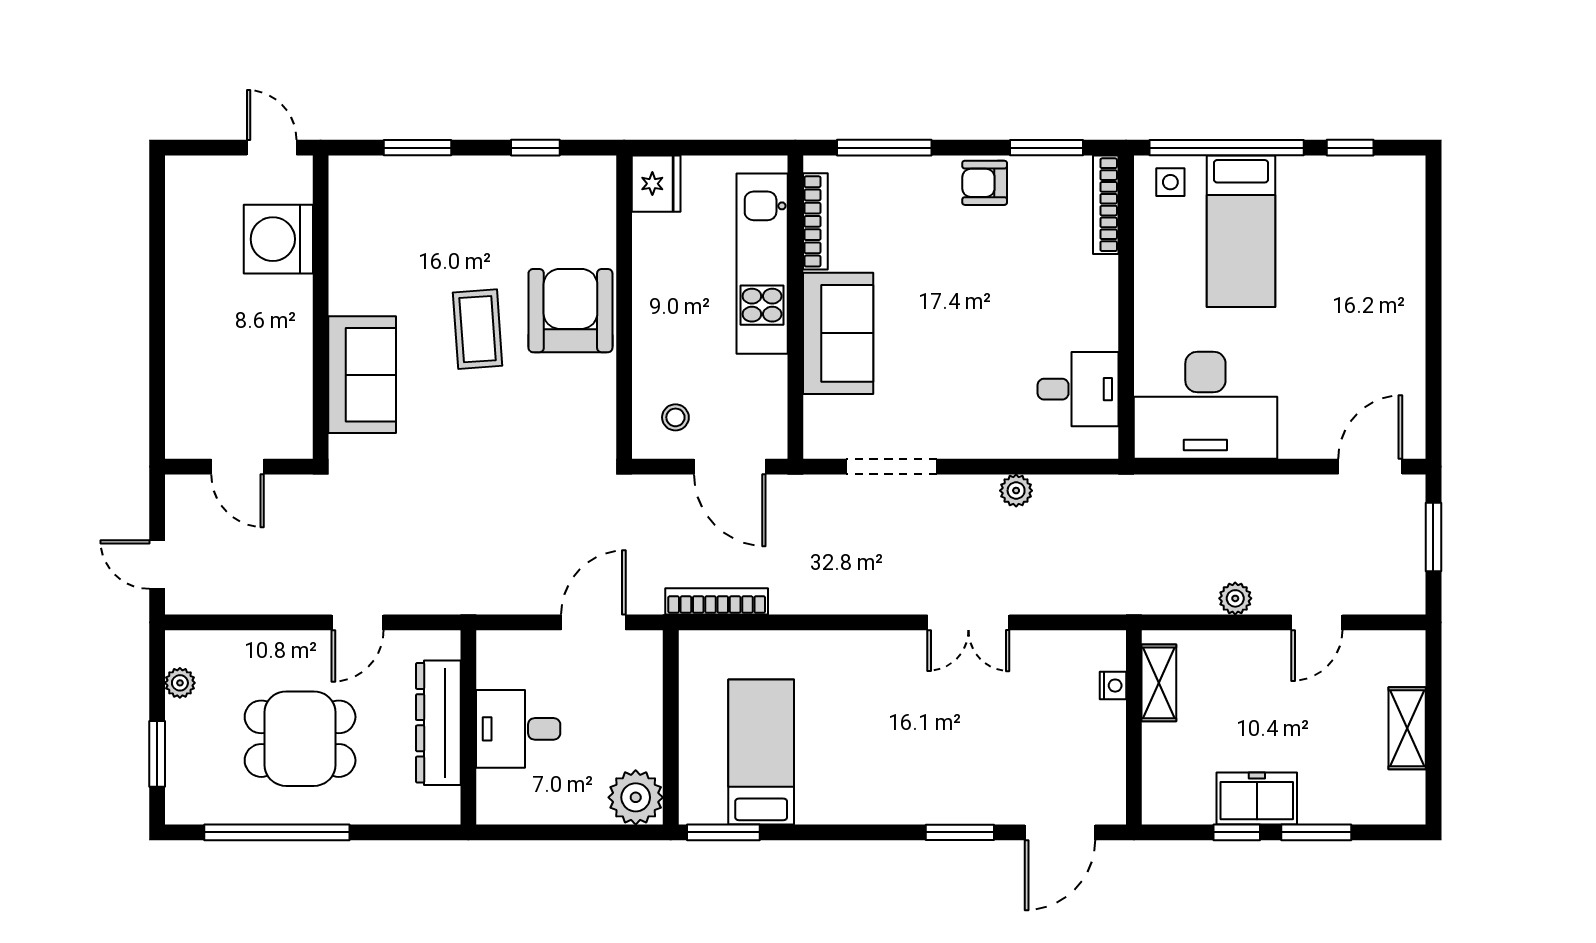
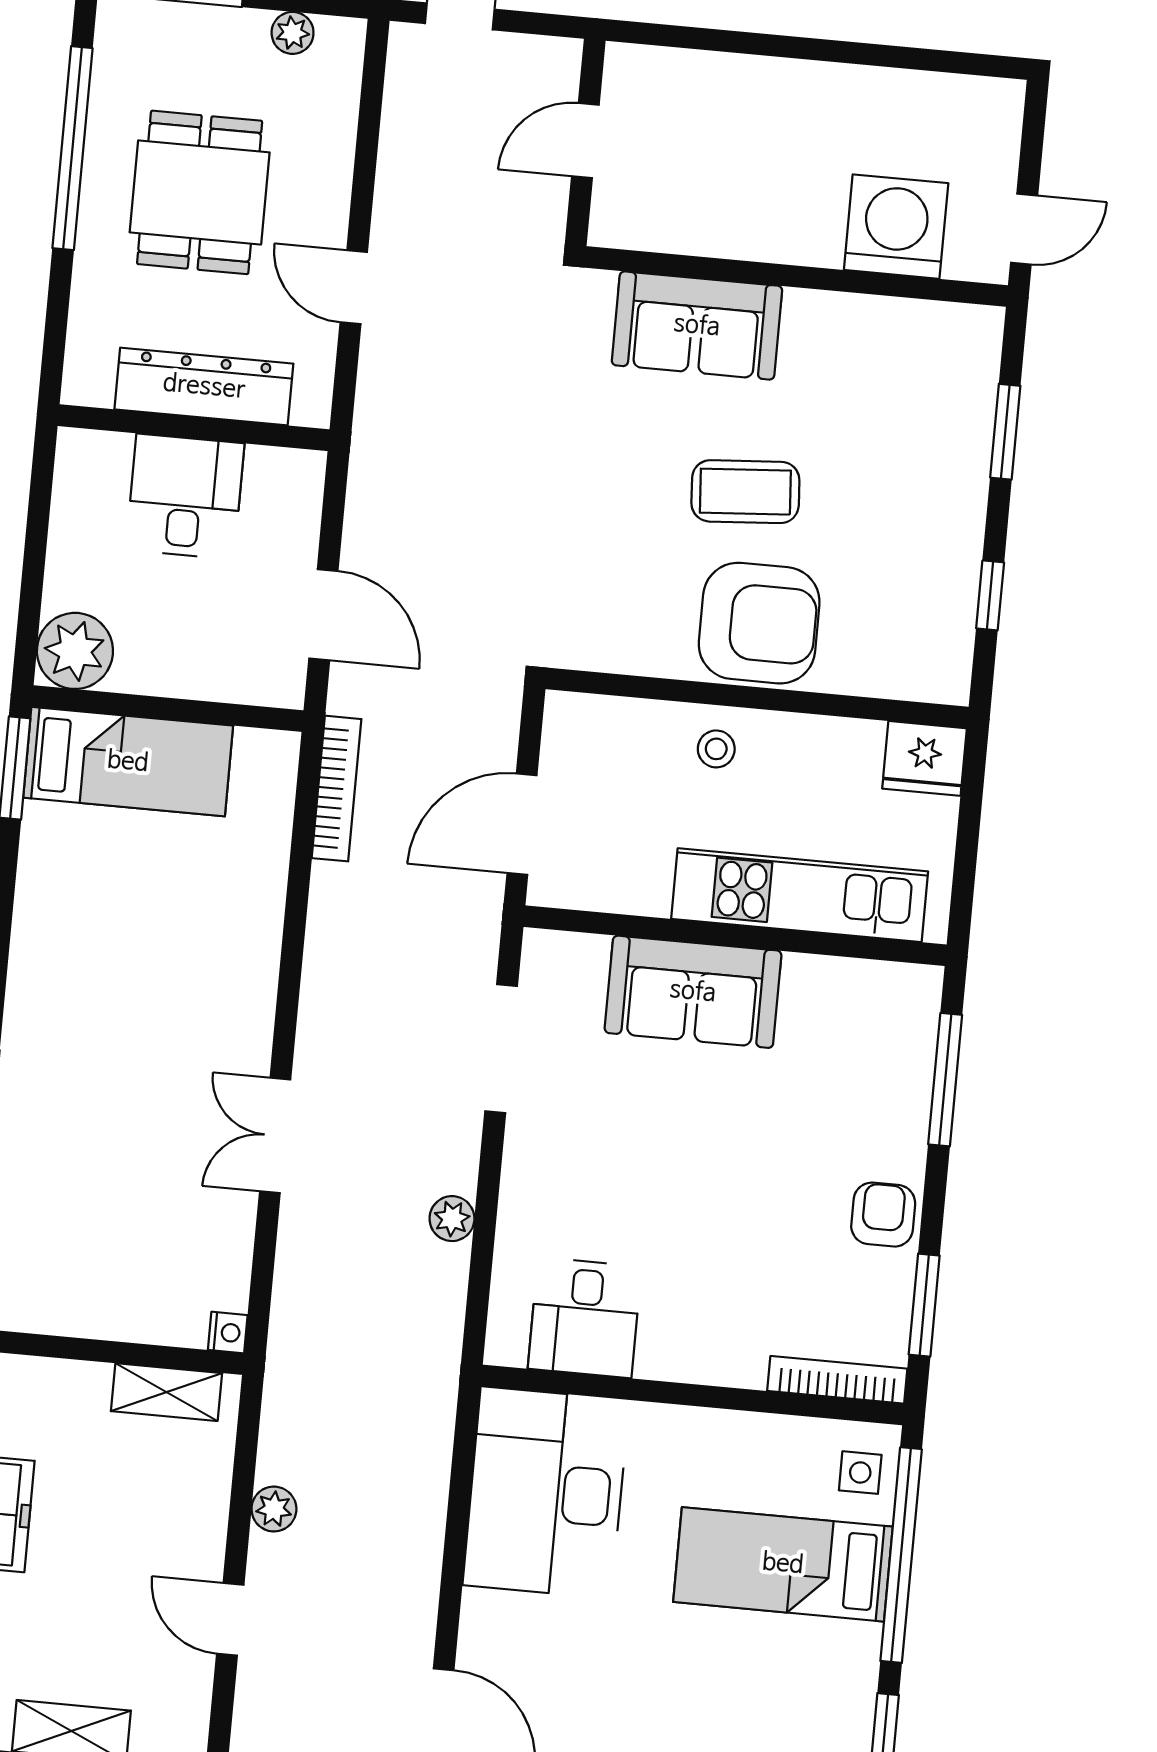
bookcase: (815, 221) -> (851, 975), removed
stool: (675, 417) -> (716, 749), moved
nightstand: (1113, 686) -> (228, 1332), moved, turned -90
bed: (761, 752) -> (128, 762), moved

